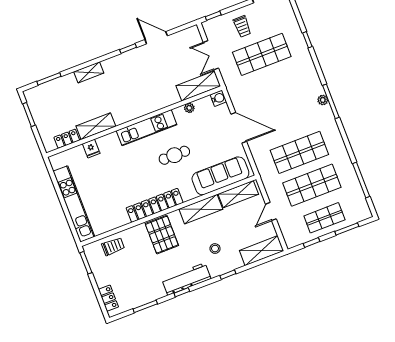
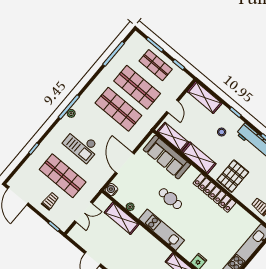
shelving: (198, 86) -> (122, 218), moved
checkout: (283, 92) -> (81, 145), added
door: (271, 211) -> (172, 106), hinge flipped

